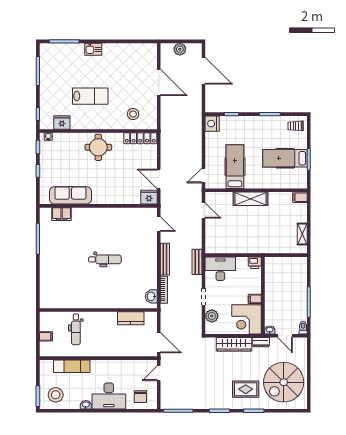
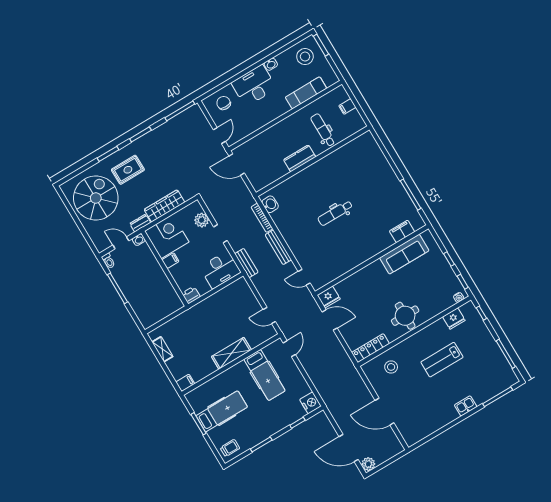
plant: (180, 49) -> (368, 464), moved
kitchen counter: (131, 318) -> (300, 158), moved

